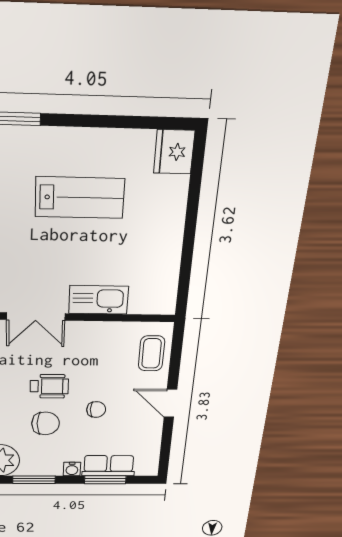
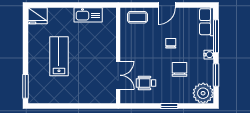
kitchen sink: (99, 300) -> (88, 15), moved, turned -90
wheelchair: (49, 386) -> (146, 83), moved, turned -90
row of seats: (109, 466) -> (207, 22), moved
window: (105, 480) -> (216, 36), width x1.44

